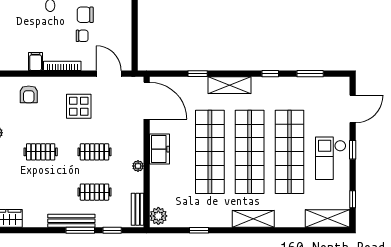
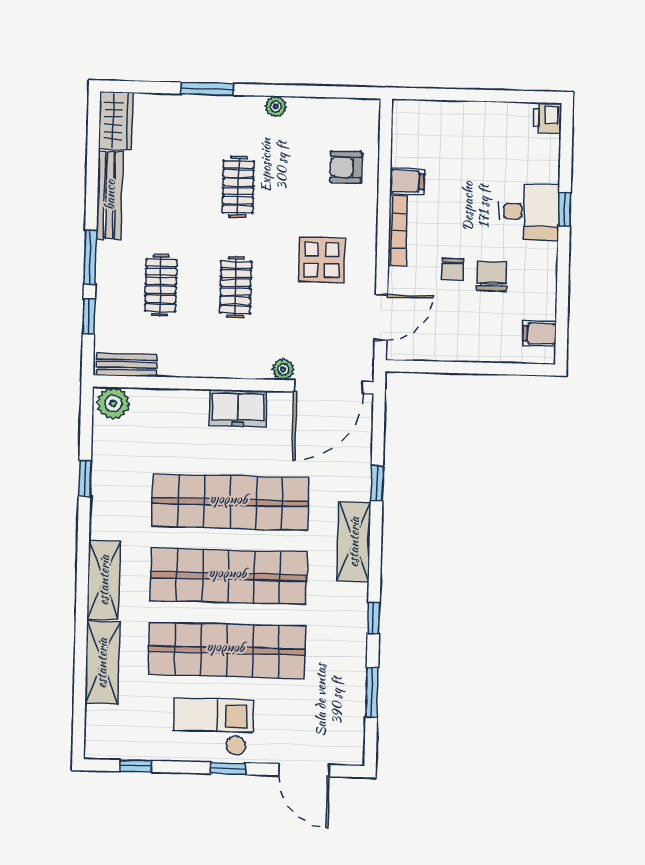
plant: (138, 166) -> (283, 369), moved
shelving: (327, 218) -> (102, 663), moved
bench: (71, 221) -> (110, 195), moved

